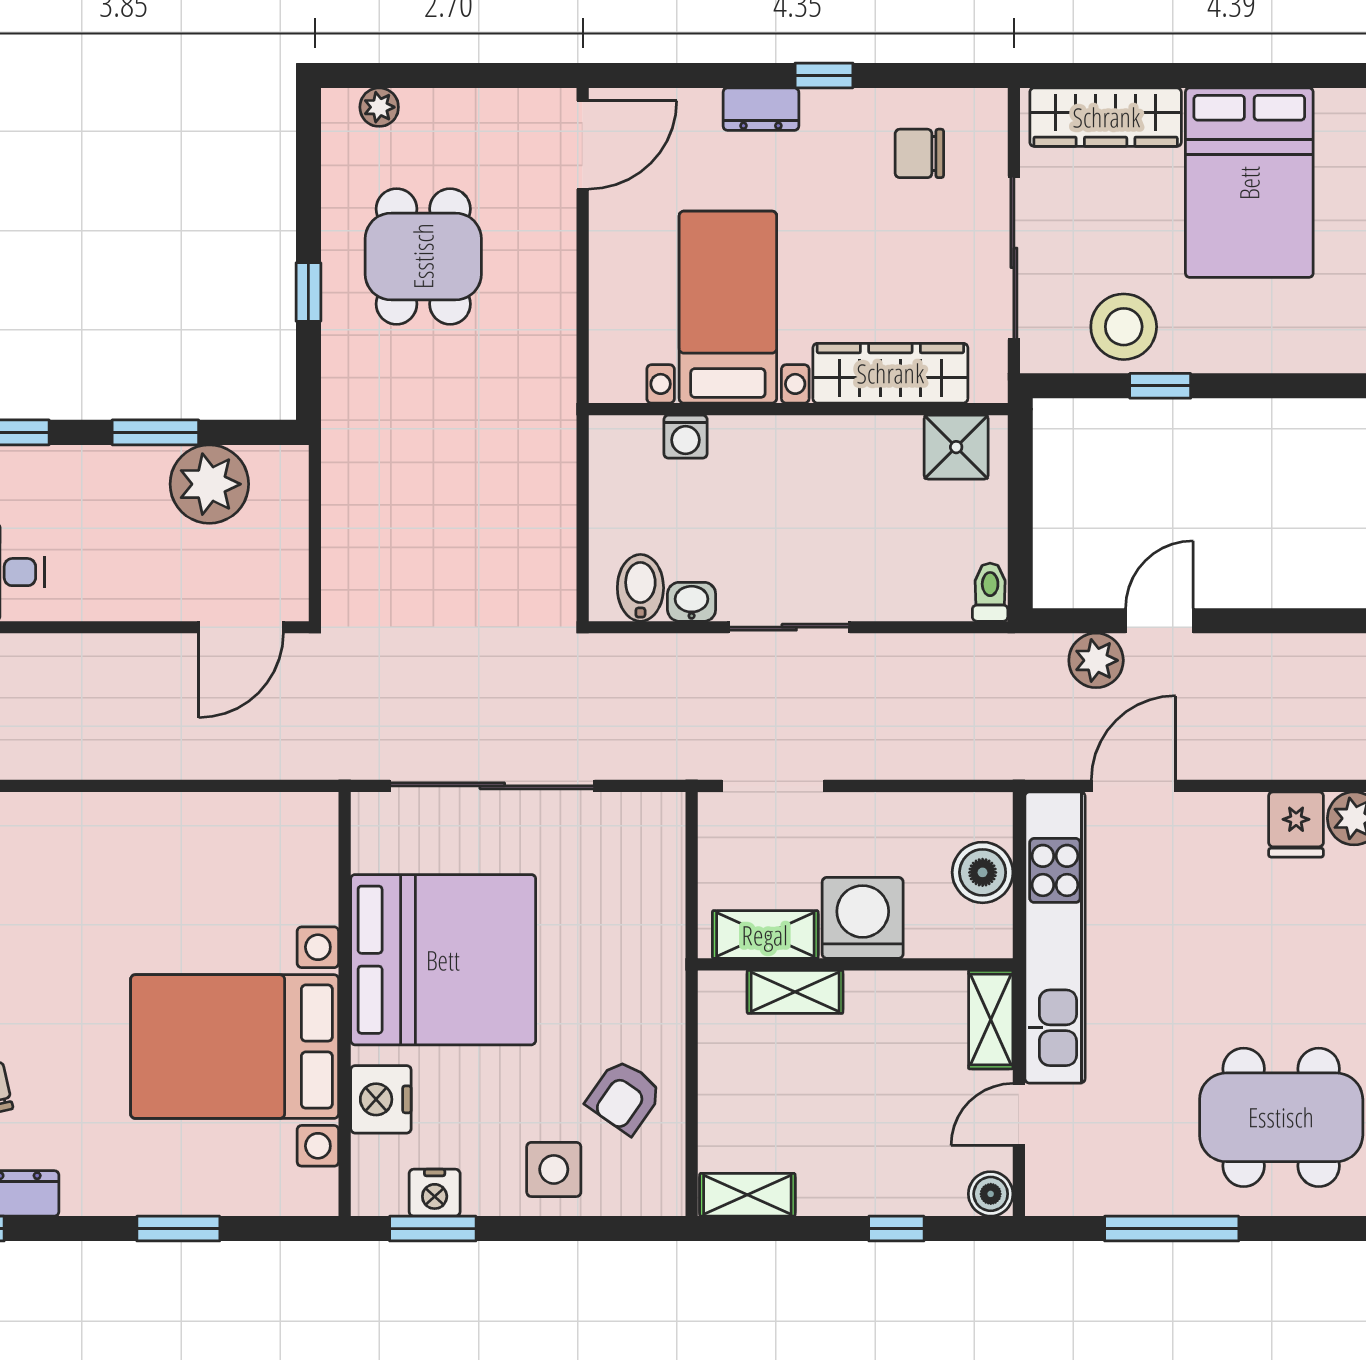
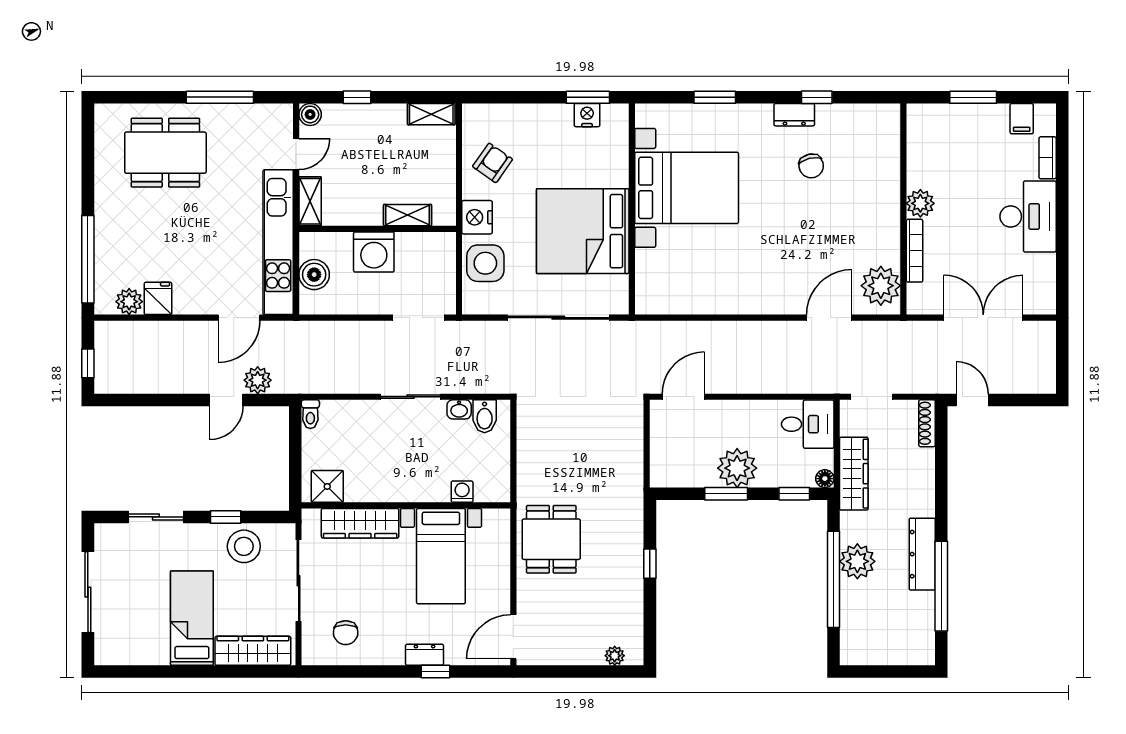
window: (824, 75) -> (435, 672), moved
chair: (919, 153) -> (346, 633), turned 90
bed: (1249, 183) -> (192, 618), width x0.67
dining table: (423, 256) -> (551, 539), moved
sliding door: (1300, 386) -> (156, 517), added
plant: (209, 484) -> (737, 468), moved
shelving: (765, 935) -> (422, 244), removed
nightstand: (381, 1099) -> (477, 217), moved, turned 180
side table: (554, 1169) -> (485, 263), moved, width x1.37, depth x1.37

